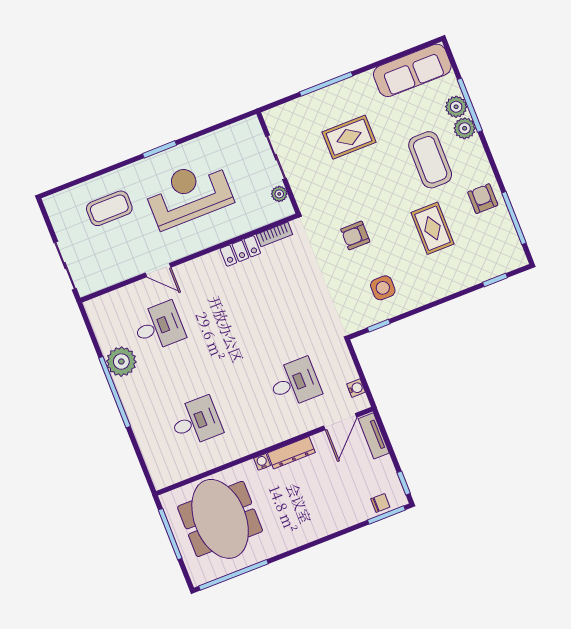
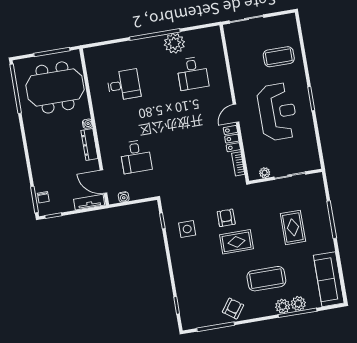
armchair: (483, 199) -> (233, 308), turned -54
coffee table: (109, 208) -> (279, 57), turned 90
rug: (432, 228) -> (237, 242), moved
door: (158, 270) -> (236, 113), moved
desk: (196, 421) -> (124, 85), turned -90

